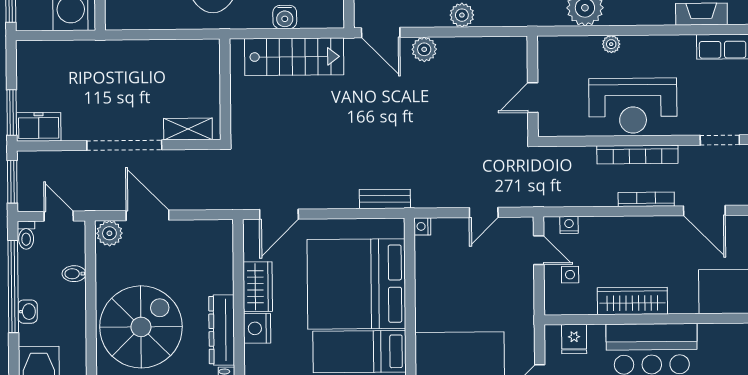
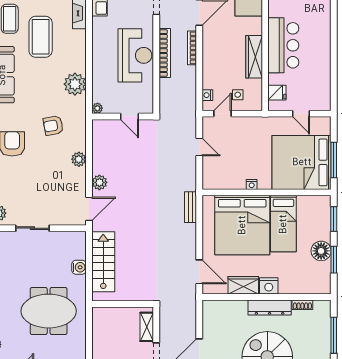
plant: (611, 44) -> (97, 108), moved
nightstand: (422, 226) -> (252, 184), moved

